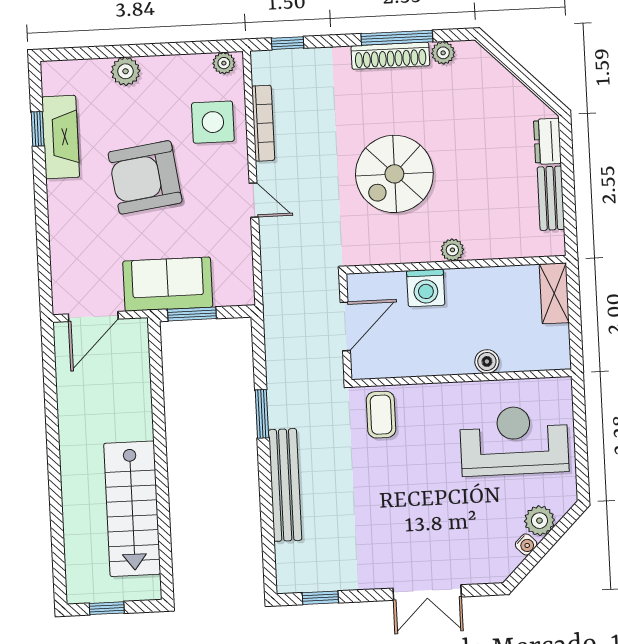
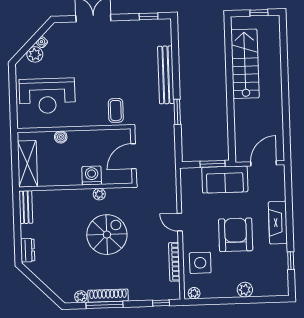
fireplace: (61, 137) -> (278, 223), moved
armchair: (145, 177) -> (236, 235), turned -82
bench: (551, 198) -> (26, 207), moved
plant: (452, 250) -> (99, 194), moved
shelving: (554, 293) -> (27, 164), width x1.50, depth x1.33

